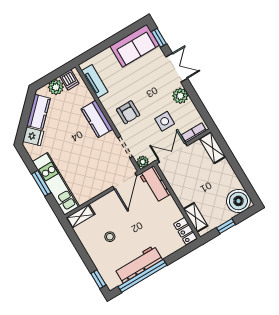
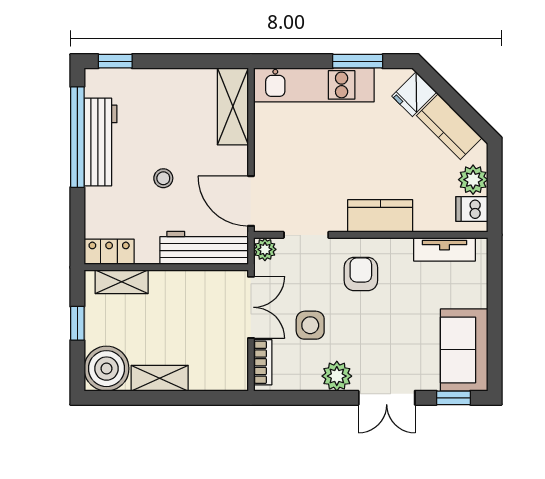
armchair: (128, 112) -> (361, 274), turned 90
shelving: (212, 148) -> (160, 378), moved
window: (41, 183) -> (358, 61), moved
workbench: (155, 184) -> (204, 248), width x1.38
shelving: (80, 216) -> (233, 106), width x1.50, depth x1.33
stool: (110, 237) -> (163, 178), moved

